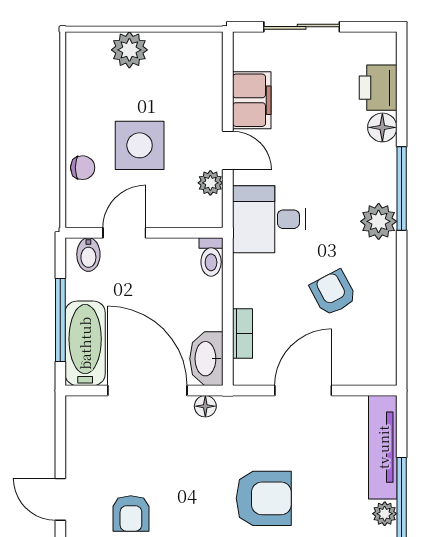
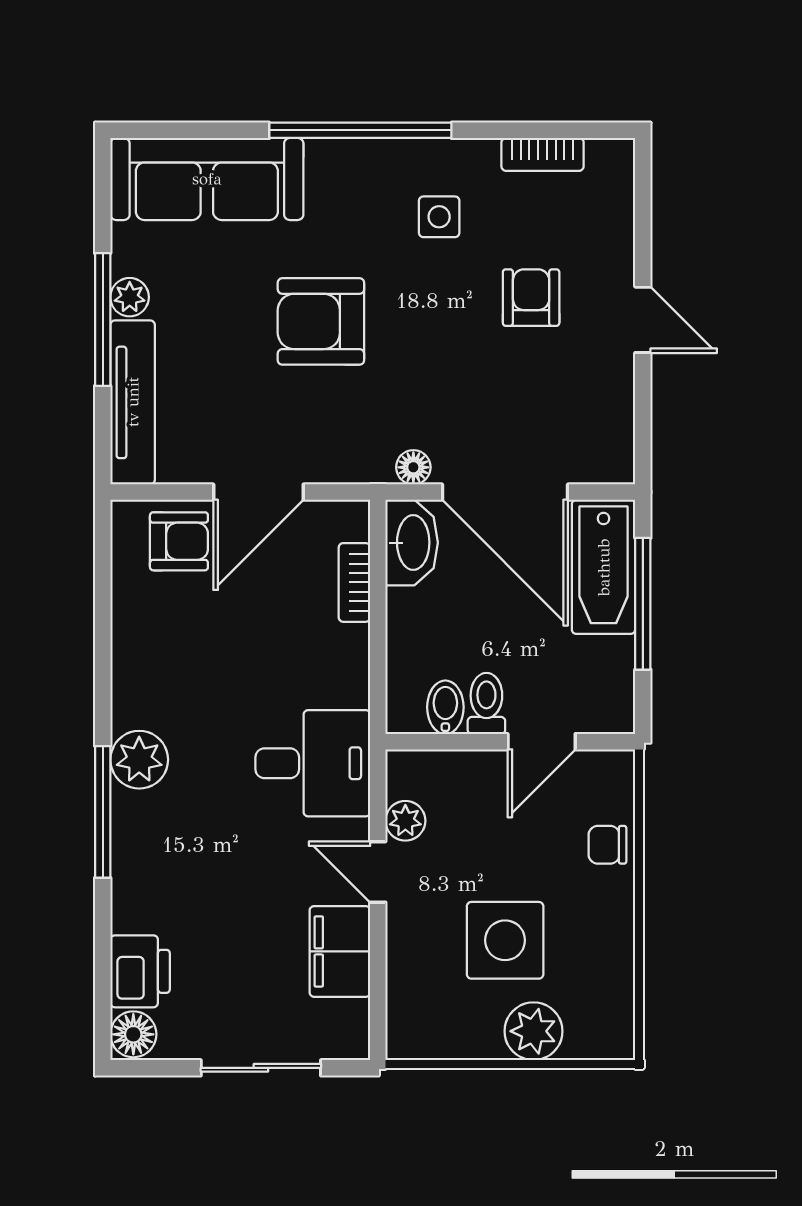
floor lamp: (382, 127) -> (133, 1034), moved
side table: (140, 145) -> (505, 940), moved
bidet: (88, 255) -> (445, 707), moved
toilet: (211, 257) -> (486, 703), moved
armchair: (333, 293) -> (179, 541), moved, turned -62

